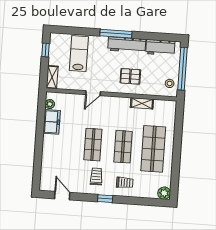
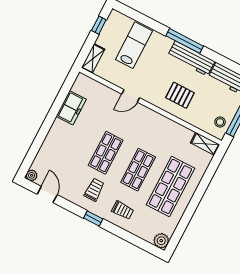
shelving: (142, 103) -> (205, 144), moved
plant: (50, 104) -> (32, 175), moved

